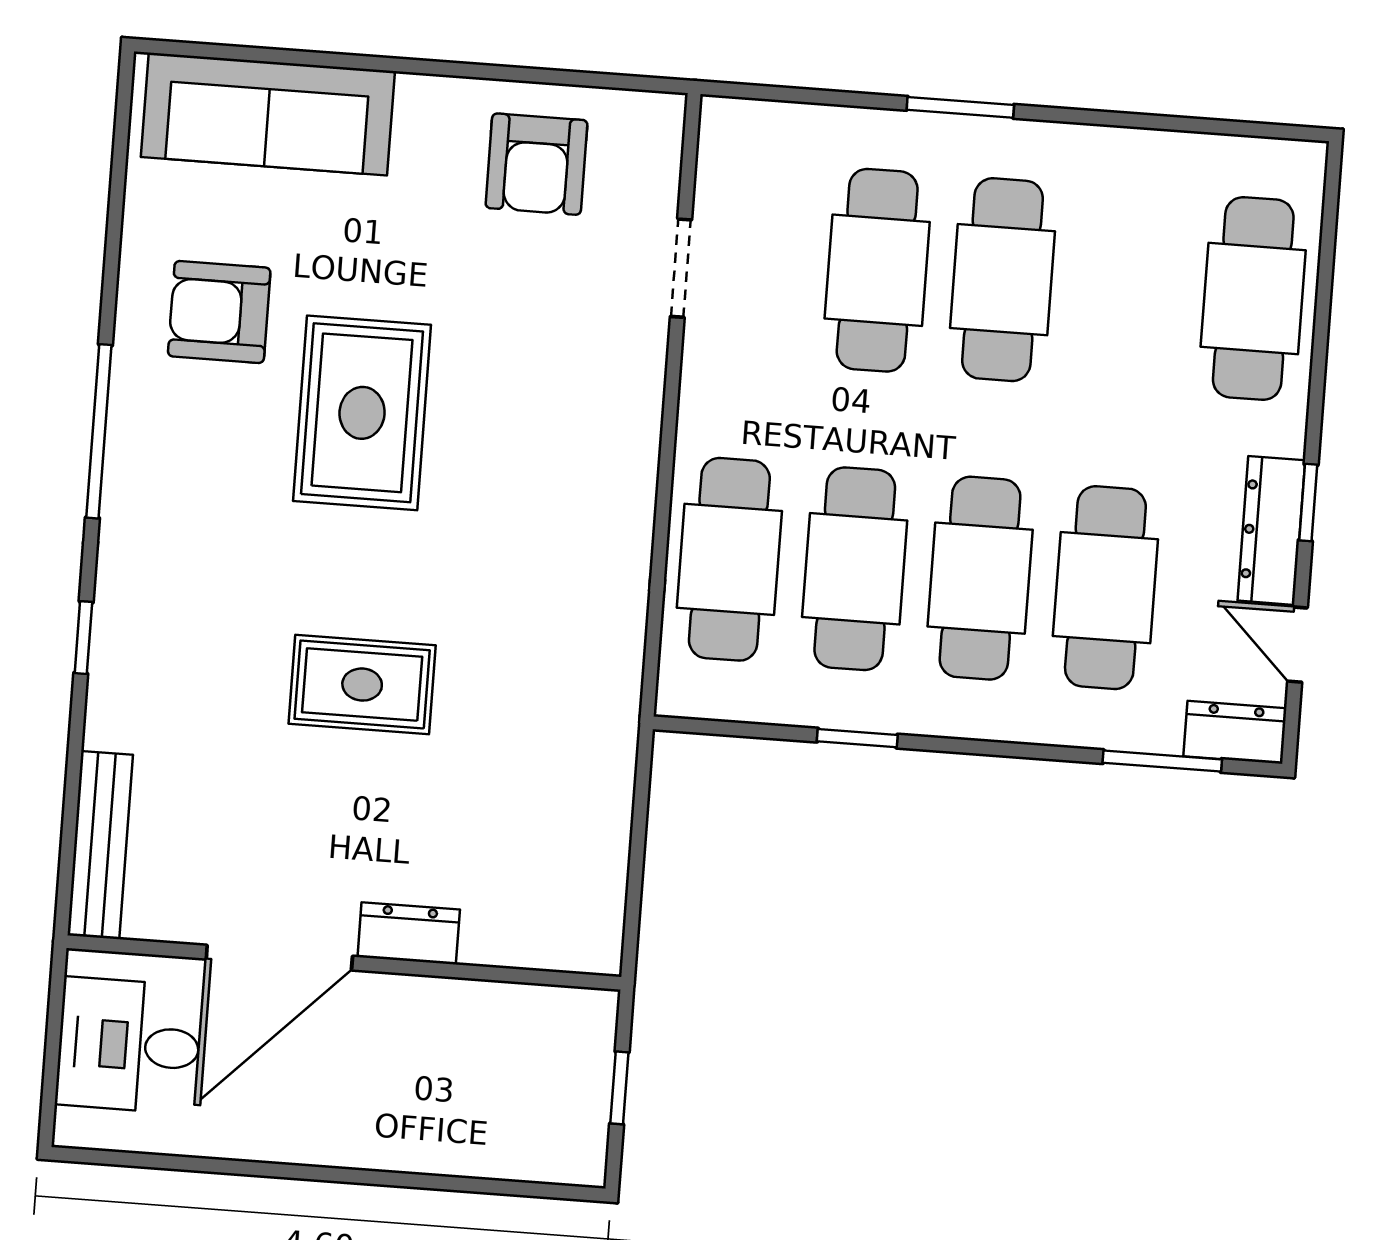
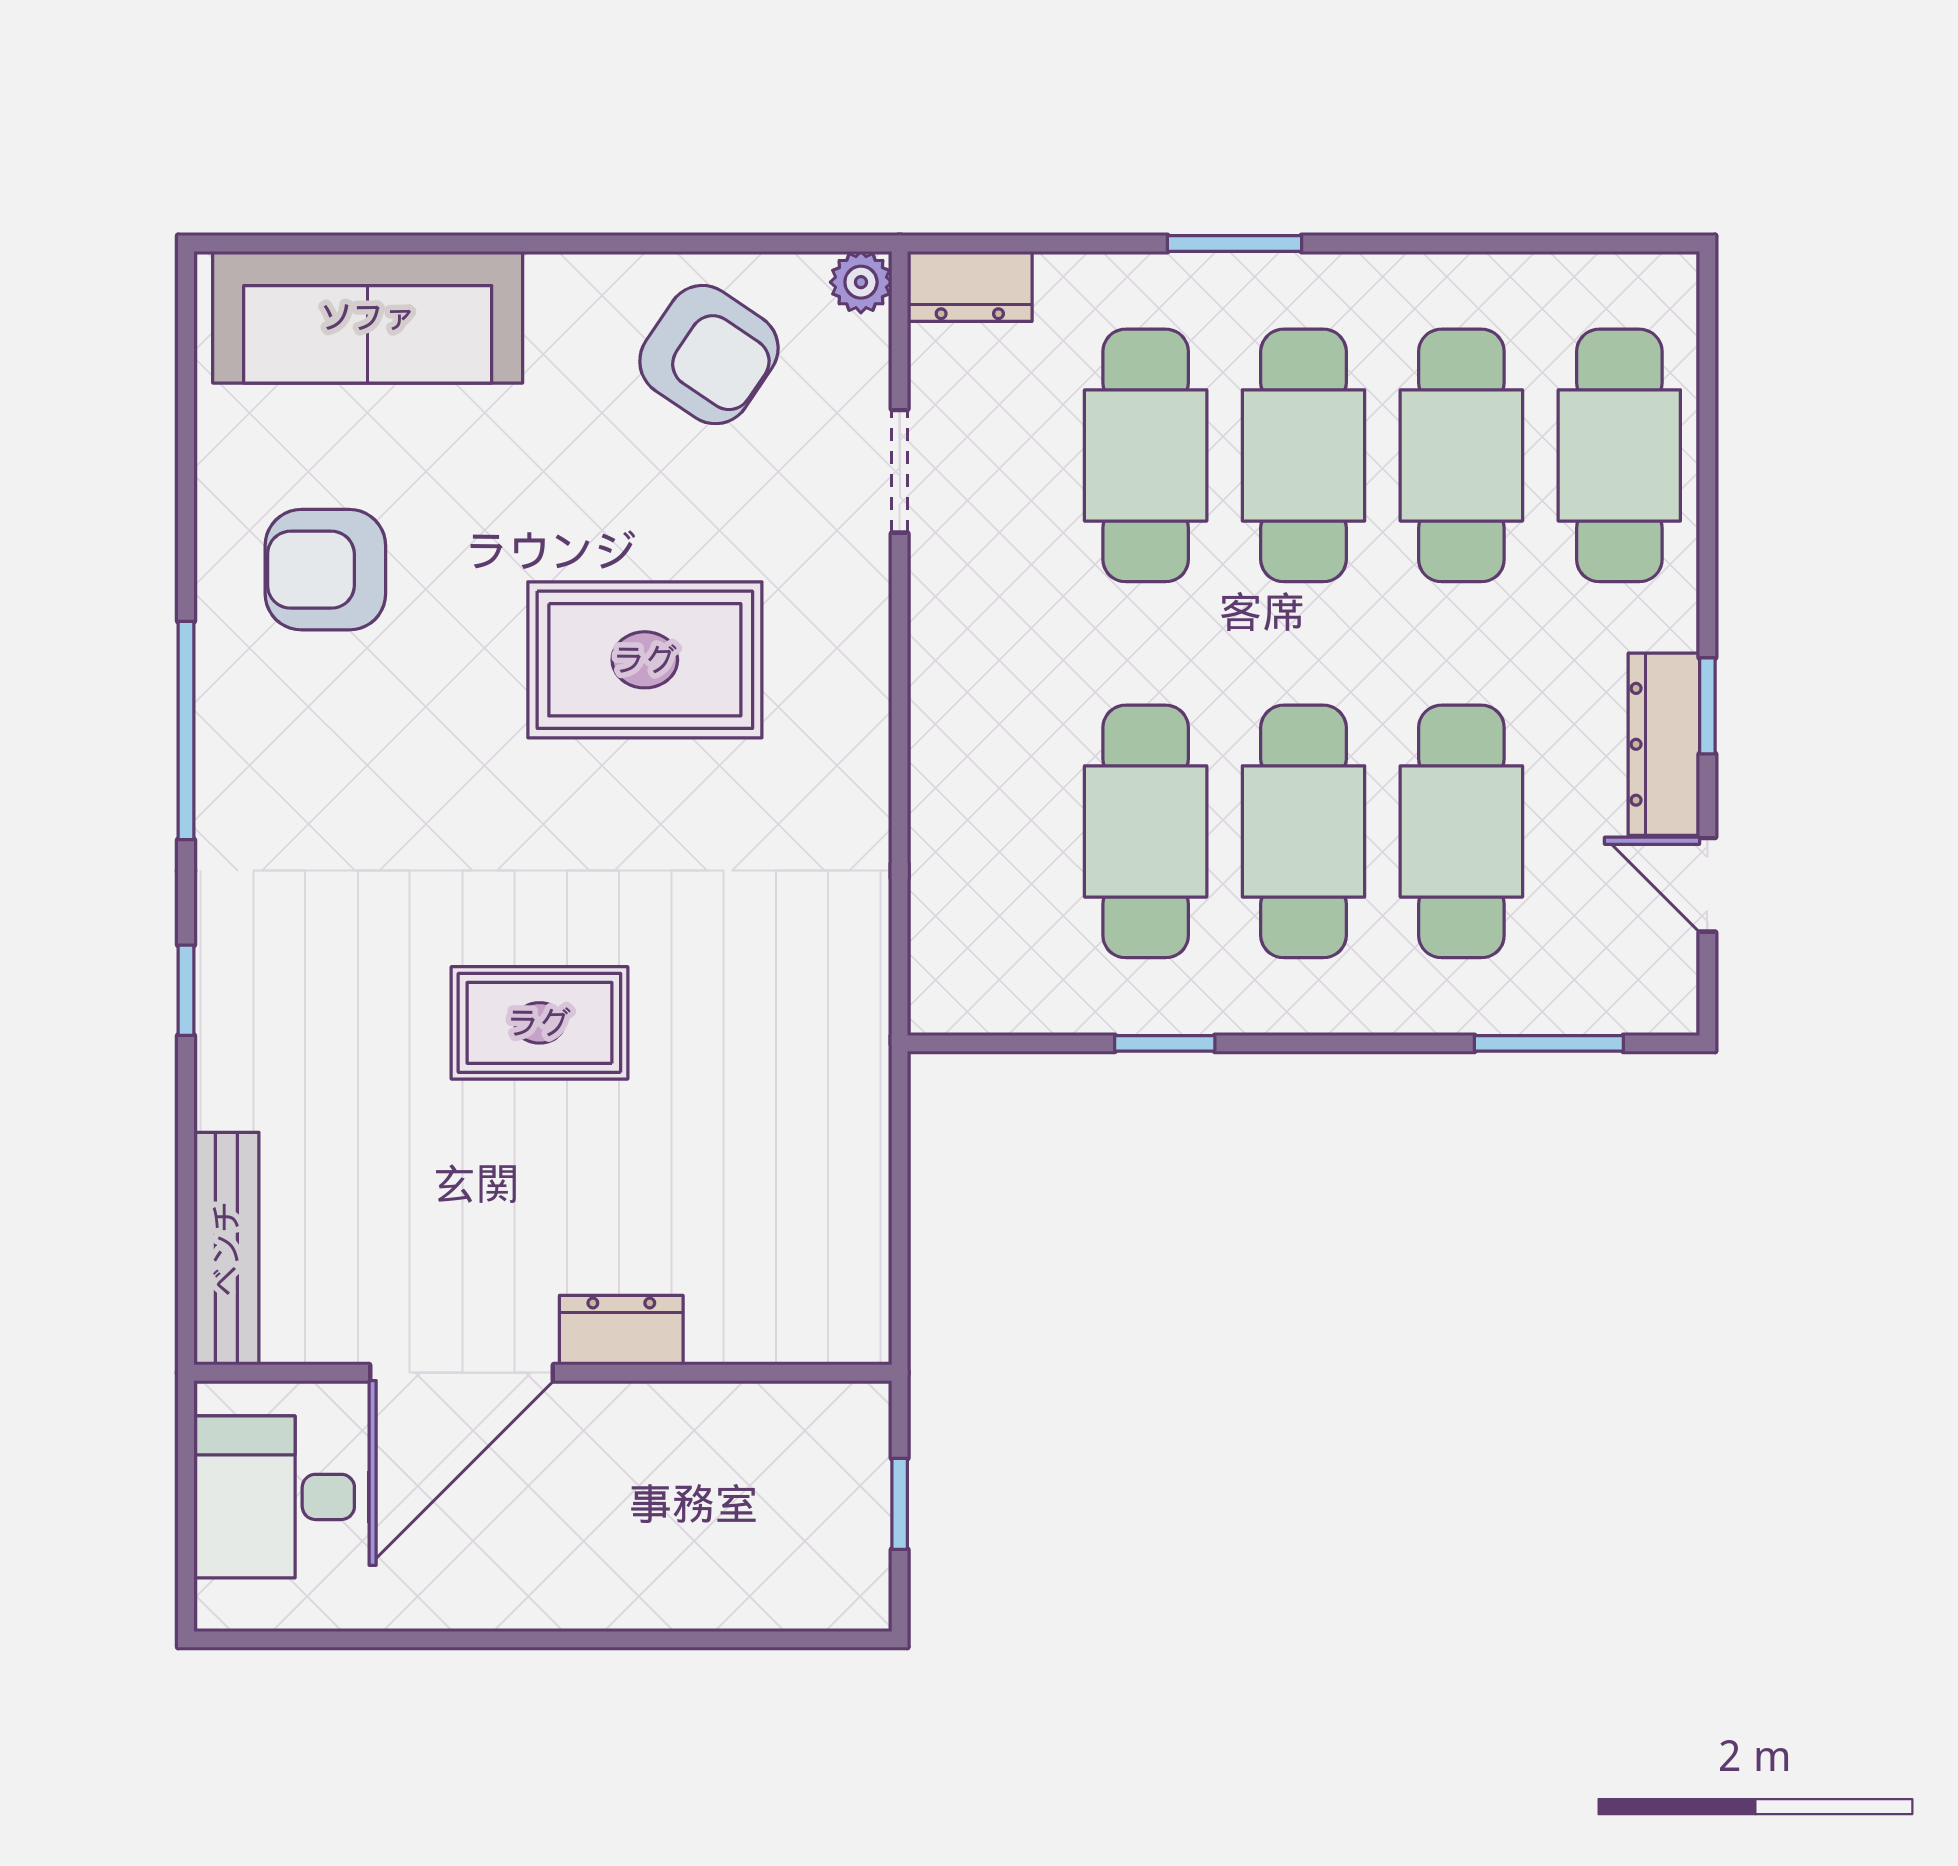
plant: (662, 116) -> (861, 282), added
armchair: (537, 164) -> (709, 355), turned -56
rug: (362, 413) -> (645, 660), moved, turned 90
cafe table: (729, 559) -> (1461, 455), moved
dresser: (1235, 732) -> (970, 286), moved, turned 180

